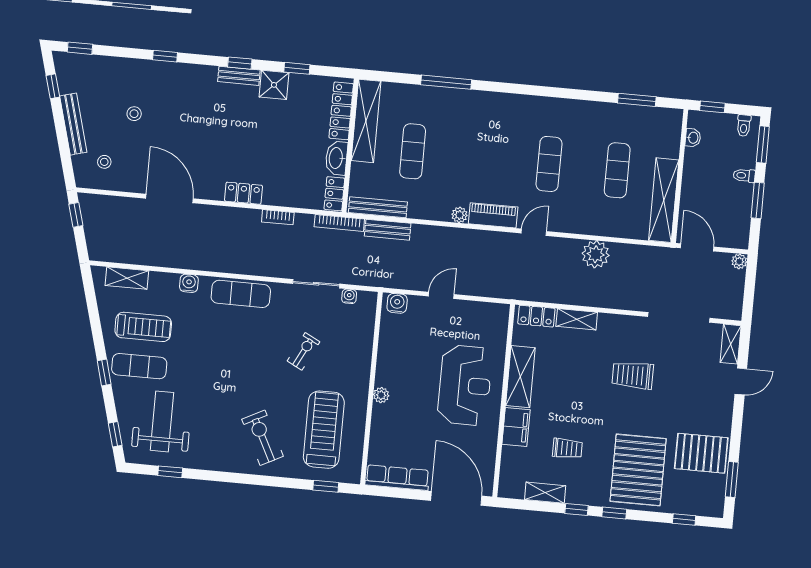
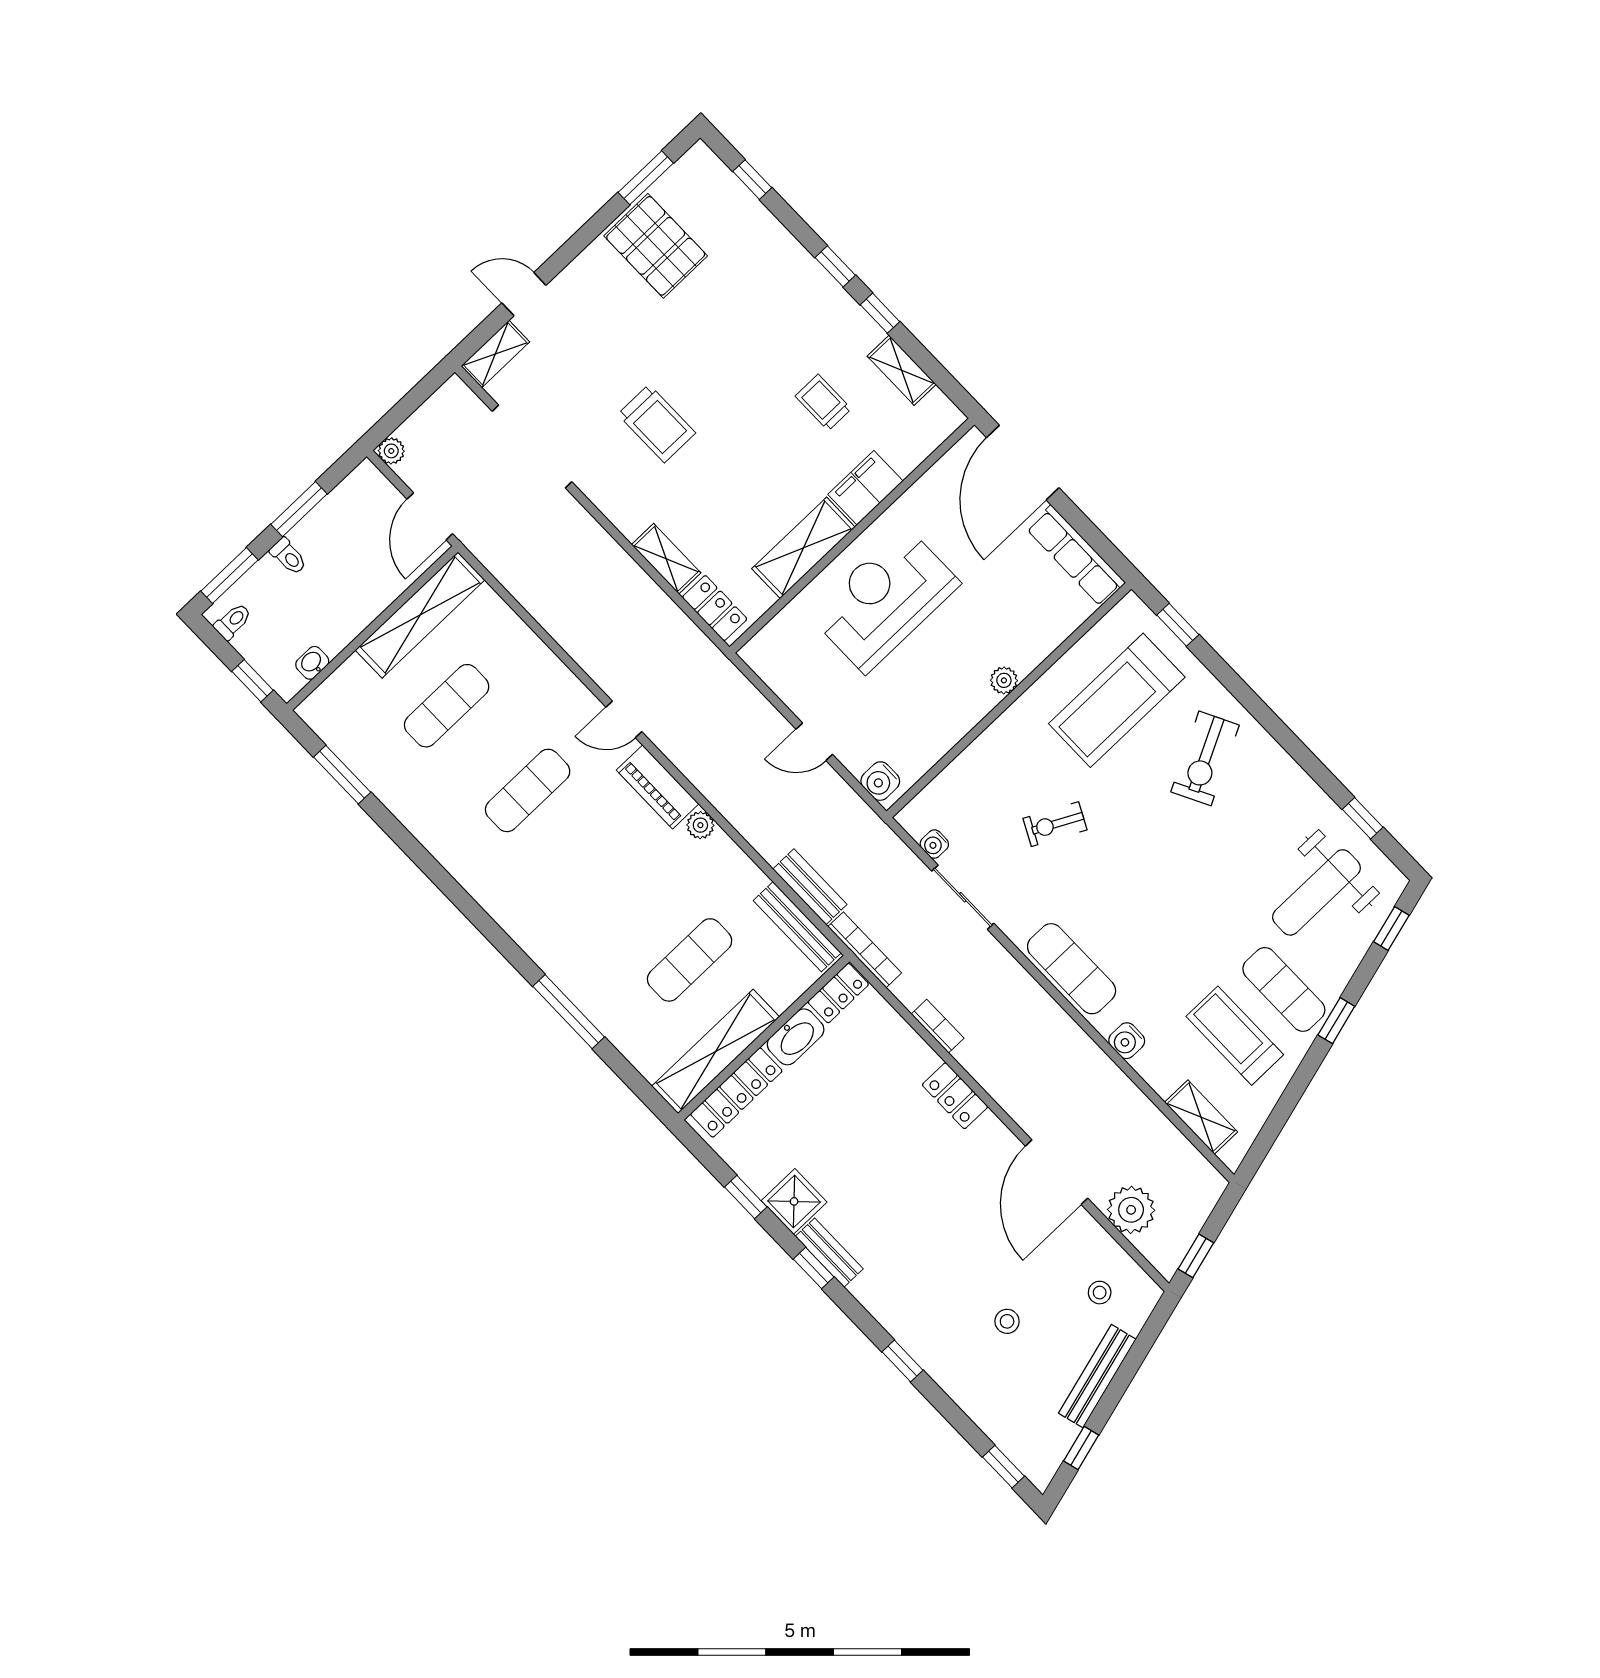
plant: (596, 254) -> (1131, 1210), moved
pallet: (638, 470) -> (756, 295), removed

